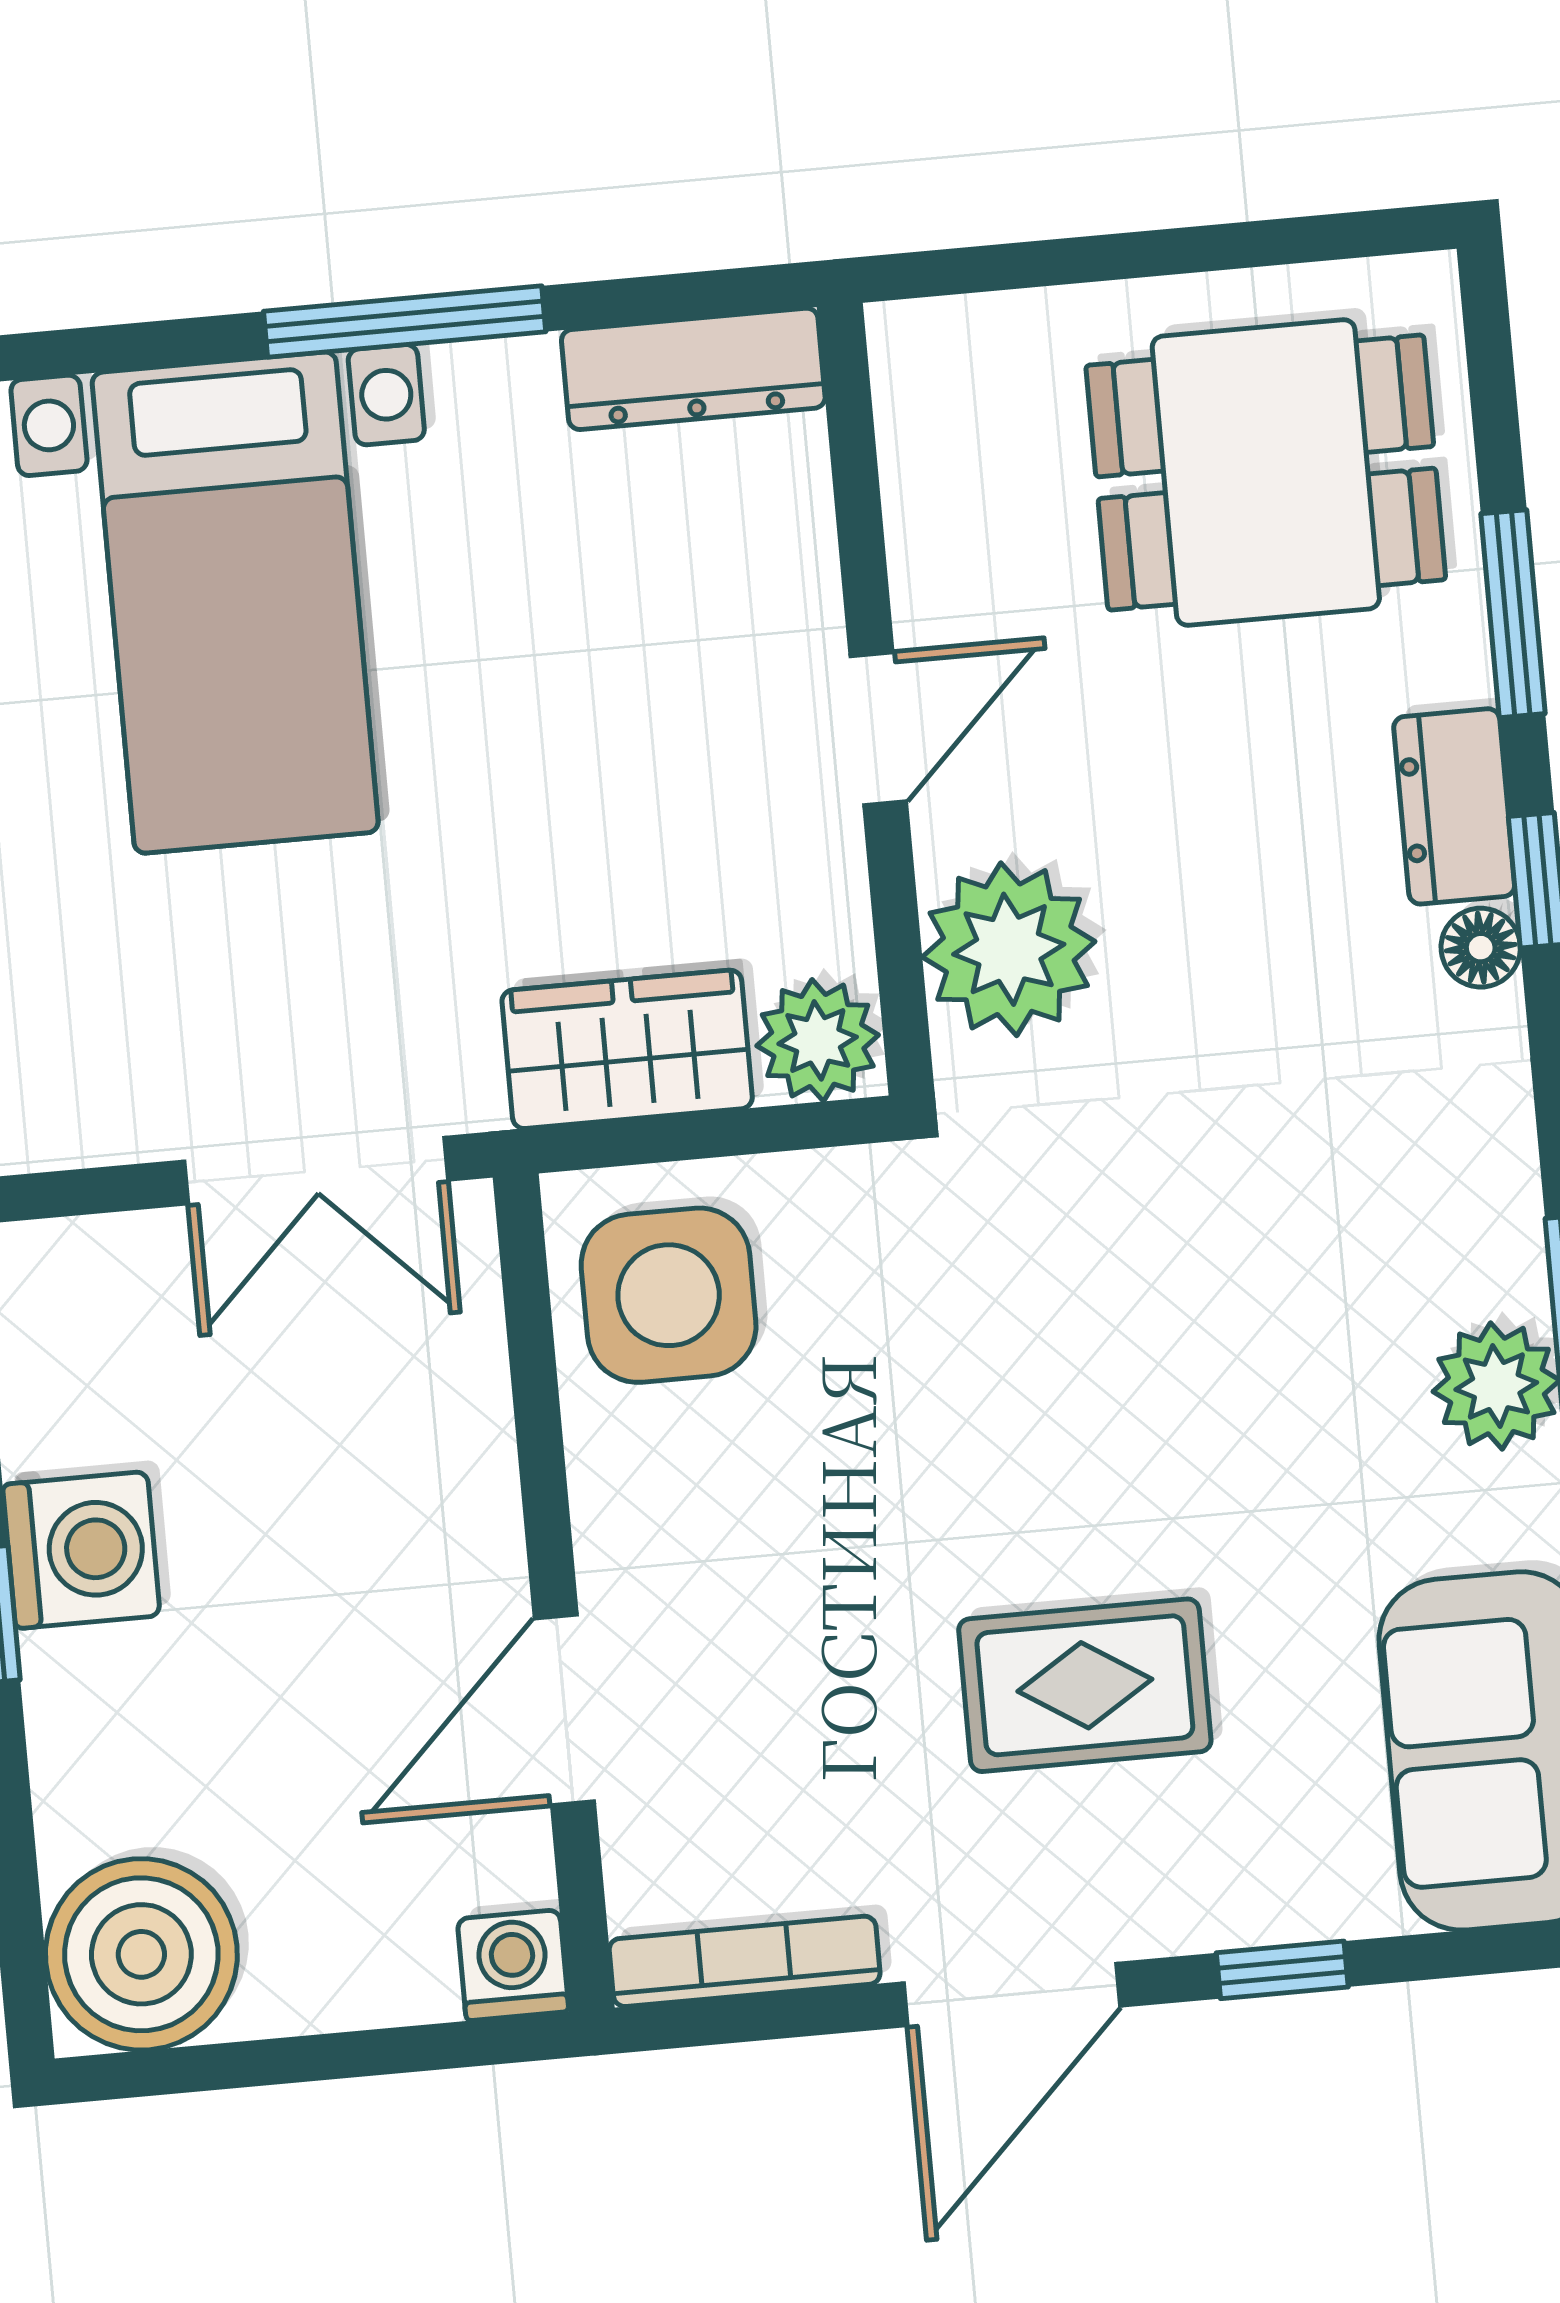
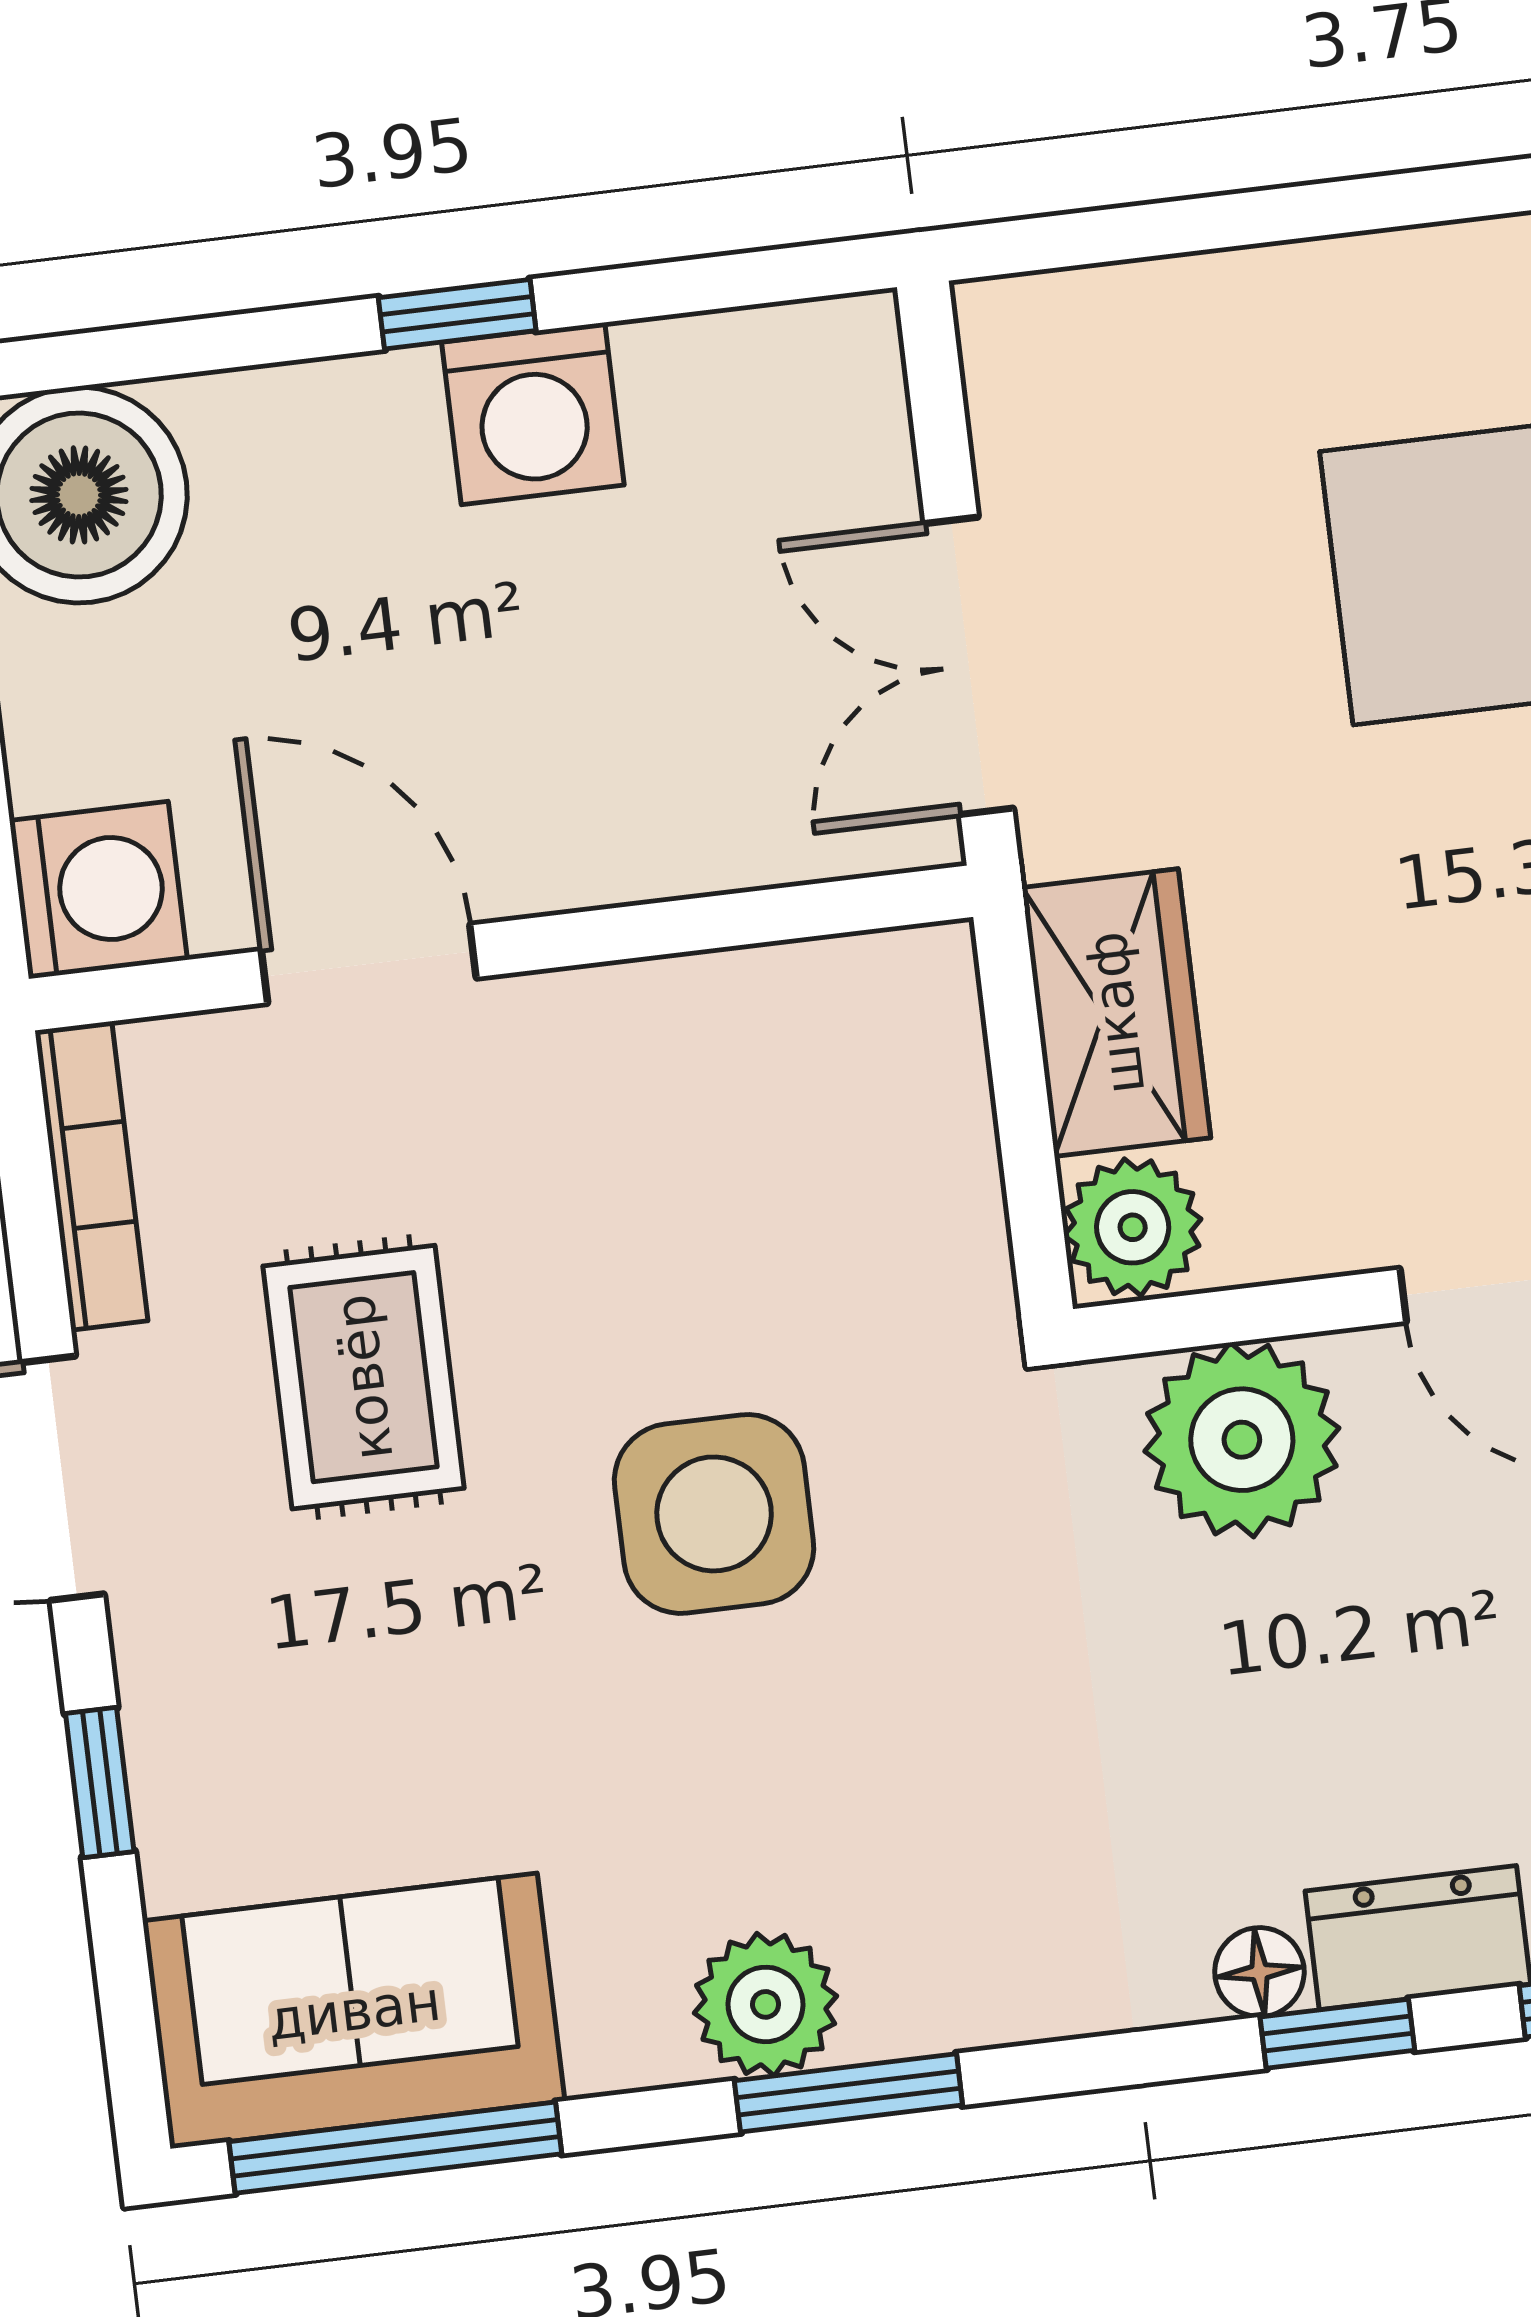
side table: (669, 1295) -> (714, 1514), moved
rug: (1085, 1685) -> (364, 1377), moved
washing machine: (513, 1965) -> (98, 890), width x1.38, depth x1.38

